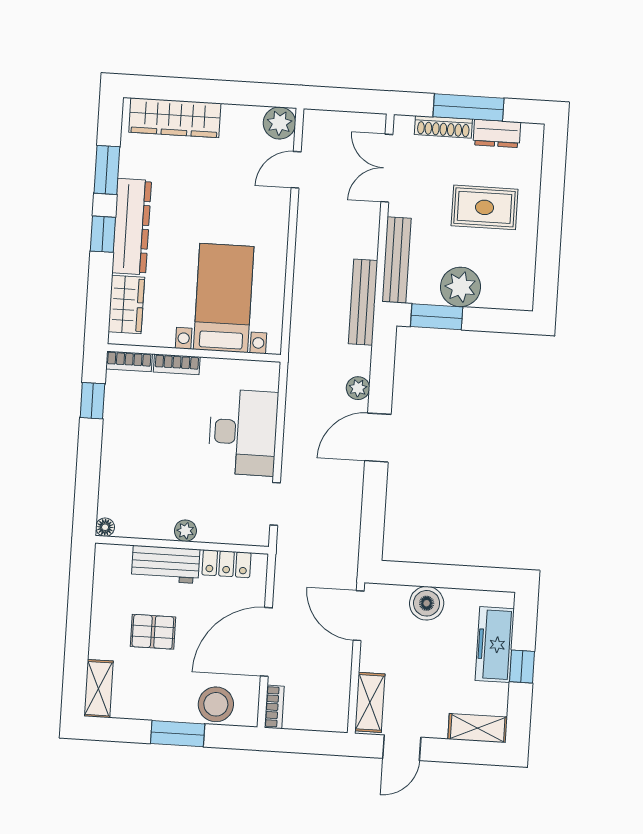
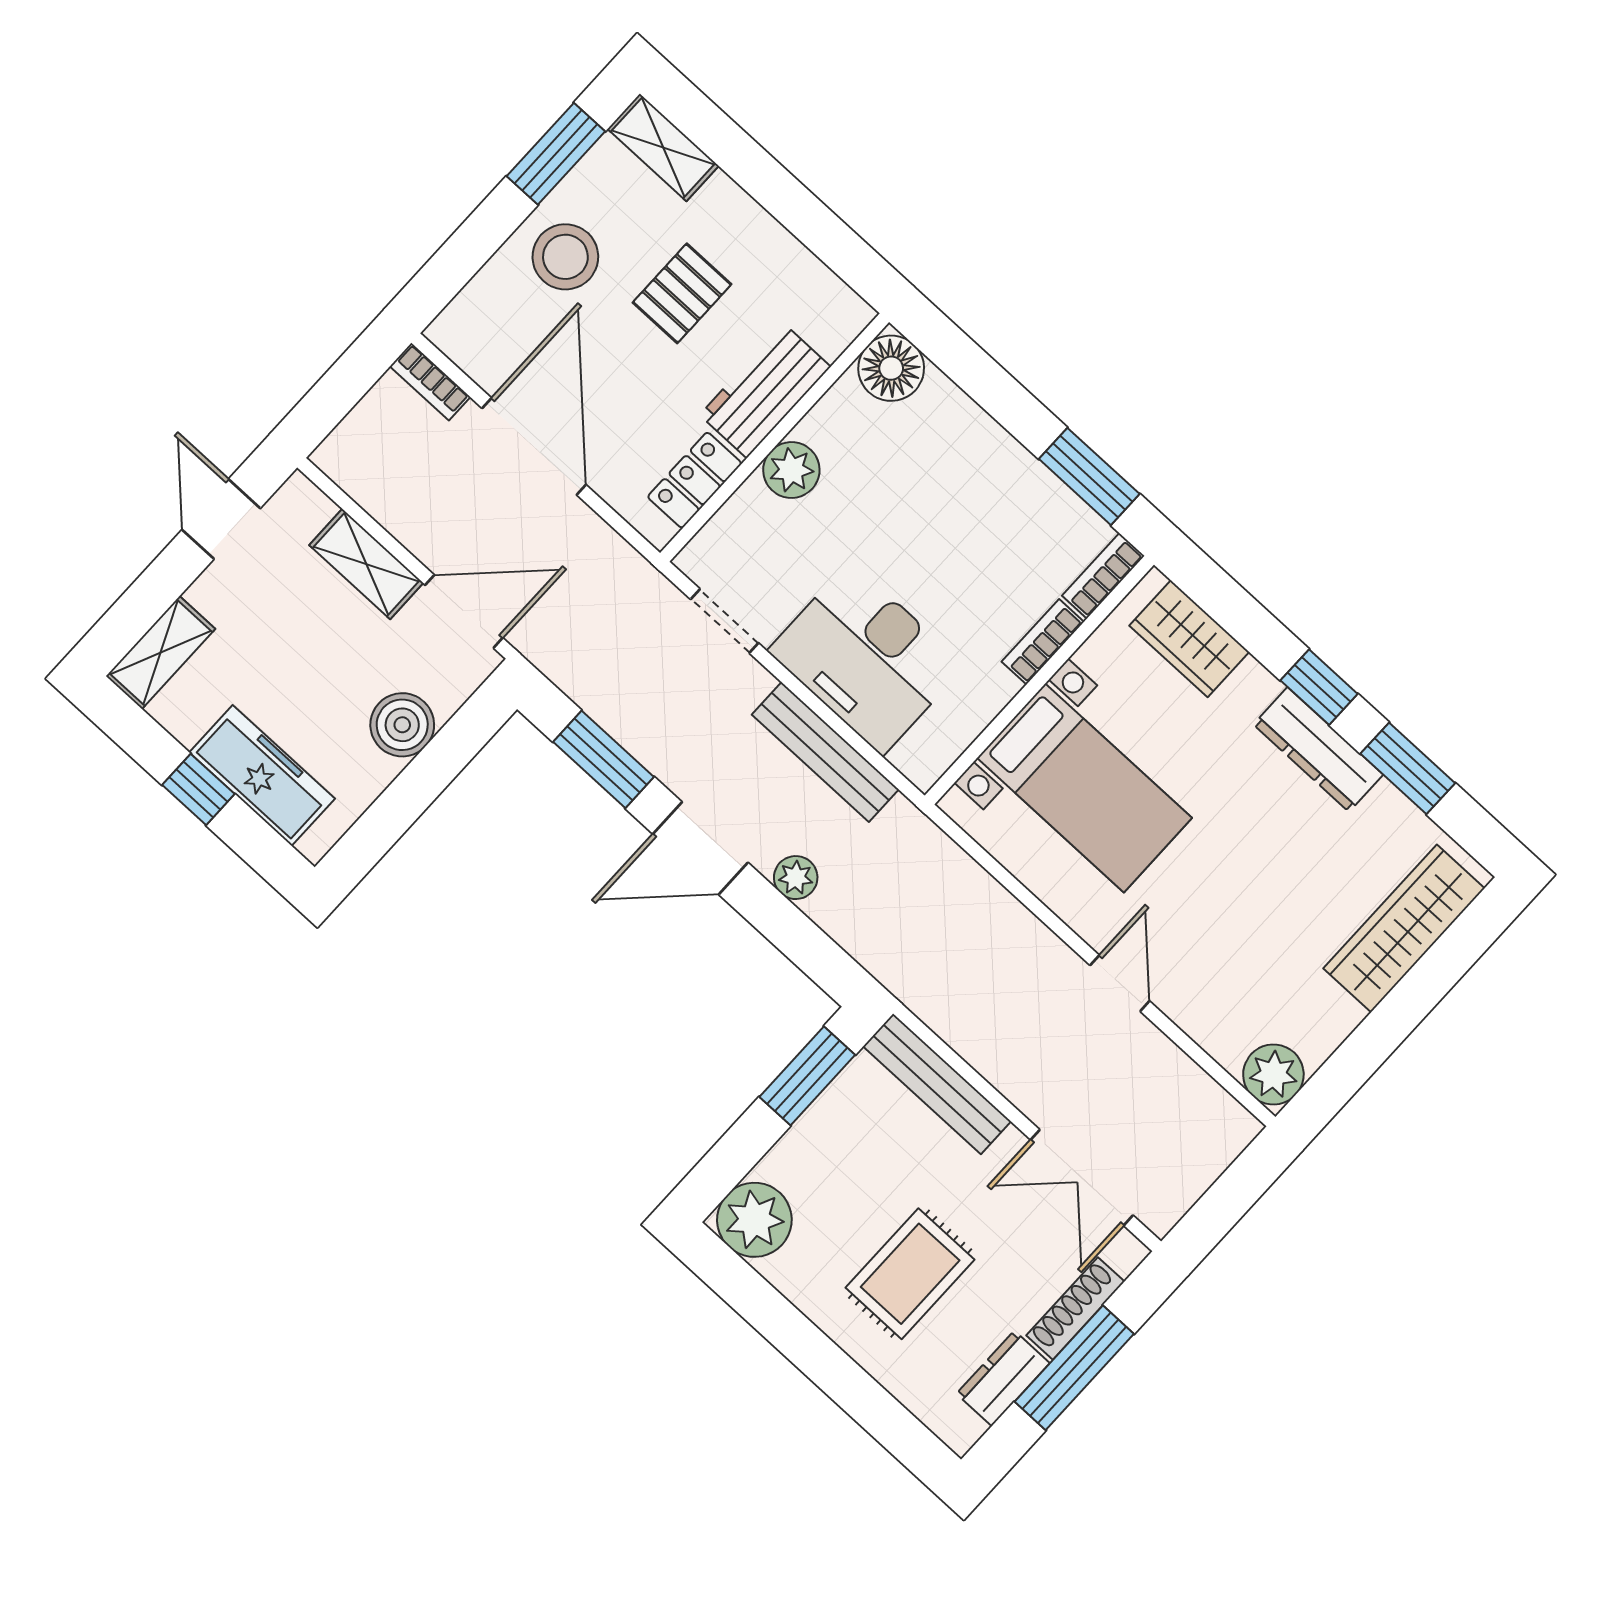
double door: (387, 168) -> (1082, 1178), swing flipped
door: (296, 170) -> (1120, 983), moved
dresser: (132, 226) -> (1318, 749), width x0.73, depth x0.80
plant: (461, 287) -> (754, 1220), moved
bench: (363, 302) -> (825, 752), moved
window: (92, 401) -> (1089, 476), width x1.50
door: (378, 438) -> (700, 848), swing flipped
window: (373, 508) -> (603, 759), added
floor lamp: (105, 527) -> (891, 368), width x1.89, depth x1.89
plant: (185, 531) -> (791, 470), width x1.38, depth x1.38
shelving: (370, 702) -> (366, 564), moved
stool: (216, 704) -> (565, 257), moved
window: (178, 734) -> (556, 154), moved

